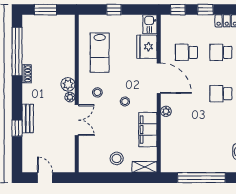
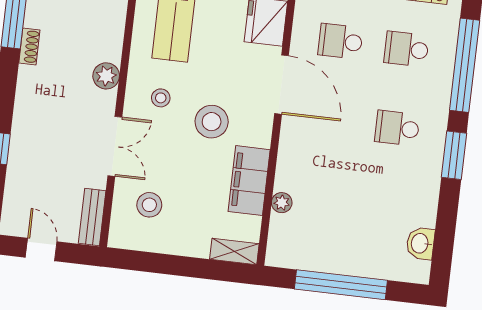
plant: (70, 97) -> (107, 101), removed
stool: (125, 101) -> (212, 122), width x1.89, depth x1.89
plant: (166, 111) -> (282, 203), moved
bench: (28, 119) -> (92, 217), moved
stool: (117, 158) -> (149, 205), moved

